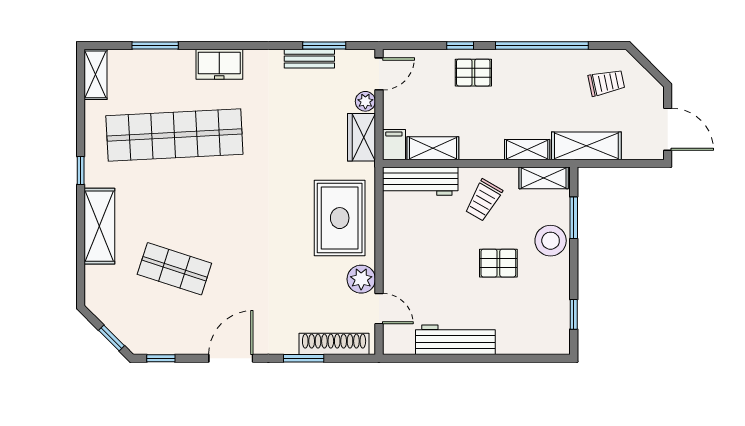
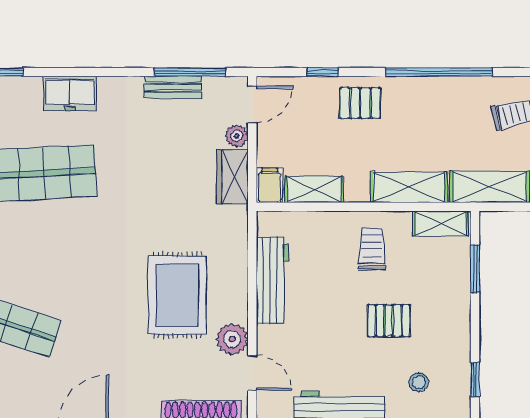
window: (324, 45) -> (190, 72), width x1.44
window: (460, 45) -> (323, 72), moved
shelving: (527, 150) -> (409, 187), width x1.50, depth x1.33
workbench: (420, 181) -> (273, 280), moved, turned -90
trolley: (484, 200) -> (372, 249), turned 150
rug: (340, 218) -> (177, 295), moved
stool: (551, 241) -> (419, 382), moved, width x0.53, depth x0.53

